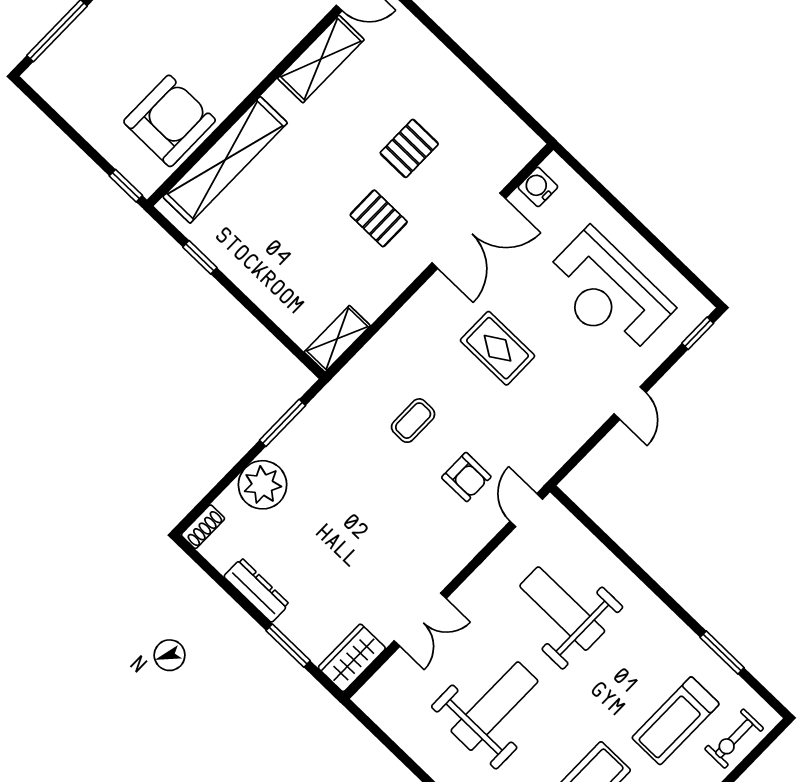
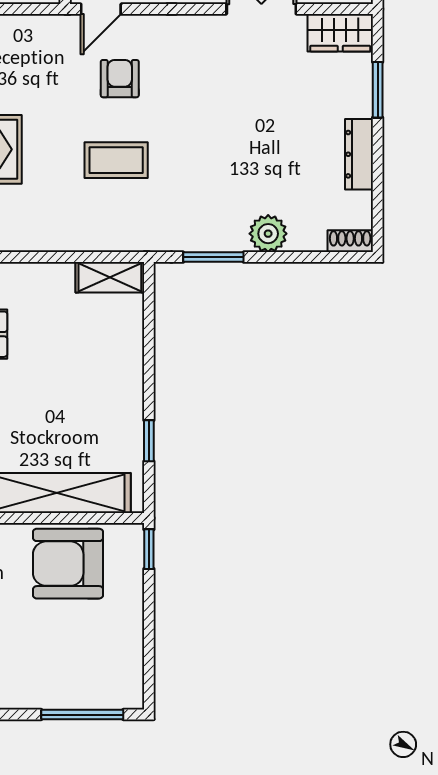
coffee table: (413, 421) -> (116, 160), width x1.36, depth x1.30
plant: (263, 485) -> (268, 234), width x0.73, depth x0.73

